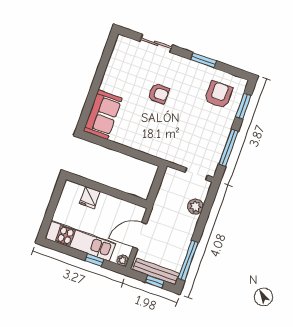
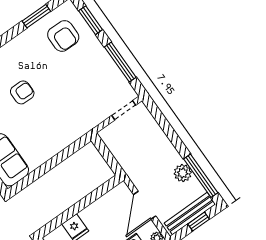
window: (204, 60) -> (36, 16), moved
armchair: (219, 95) -> (63, 36), turned 180
plant: (195, 207) -> (183, 173), moved

